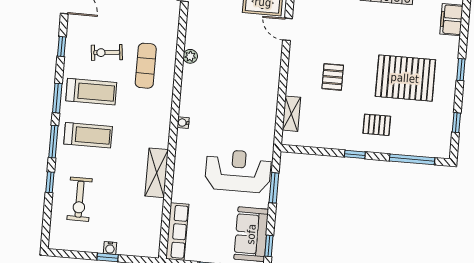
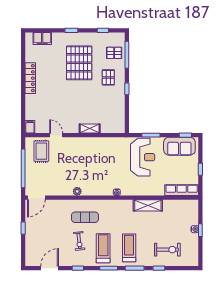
door: (288, 29) -> (56, 135), swing flipped
pallet: (333, 77) -> (114, 53), moved
shelving: (291, 114) -> (90, 129), moved
reception desk: (238, 171) -> (143, 157), turned 180

